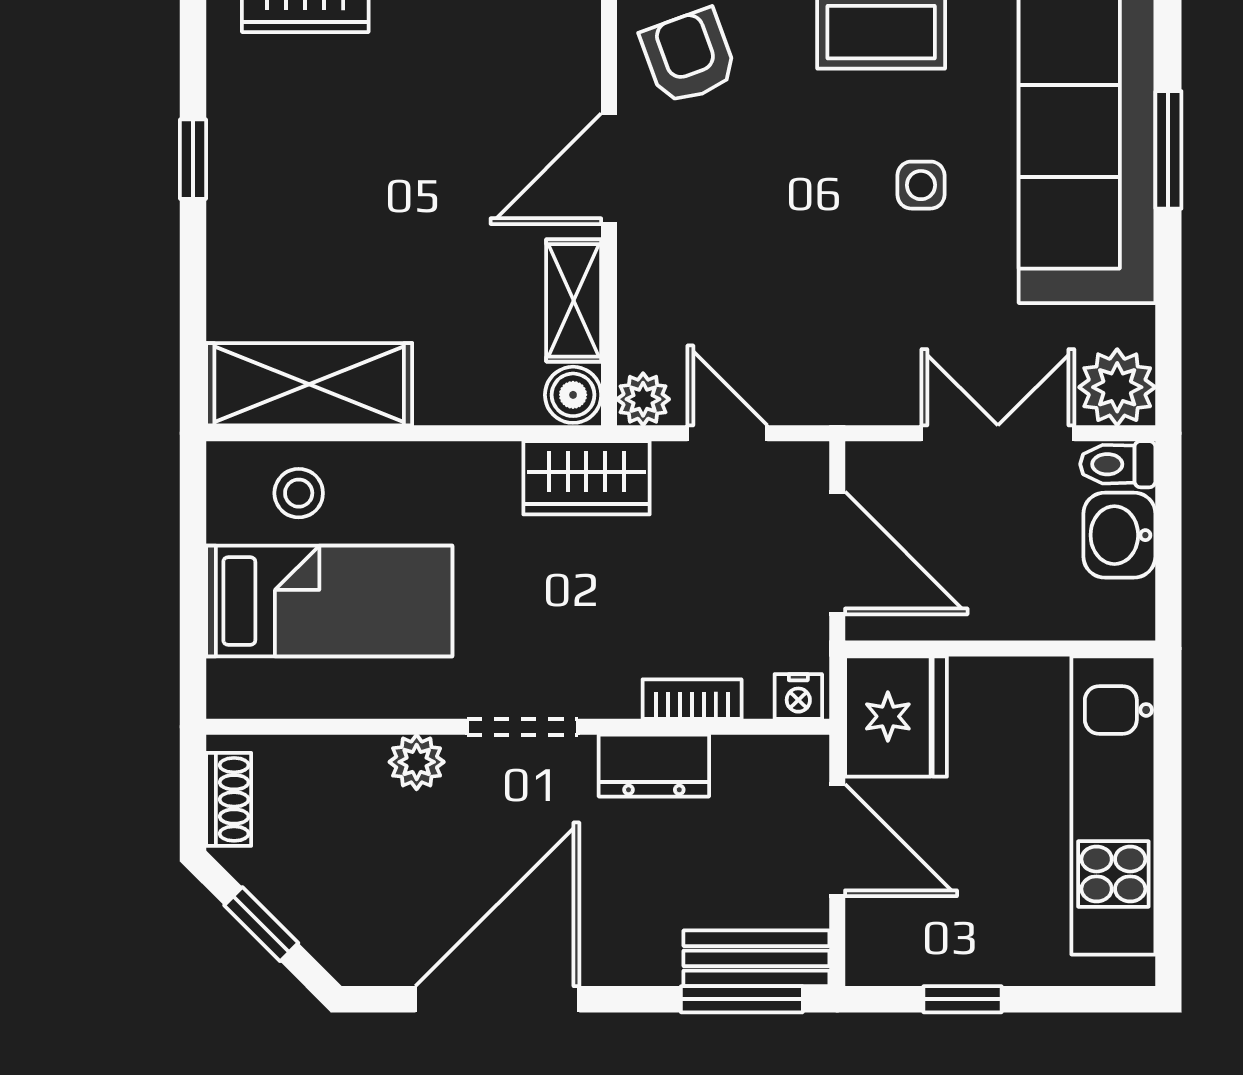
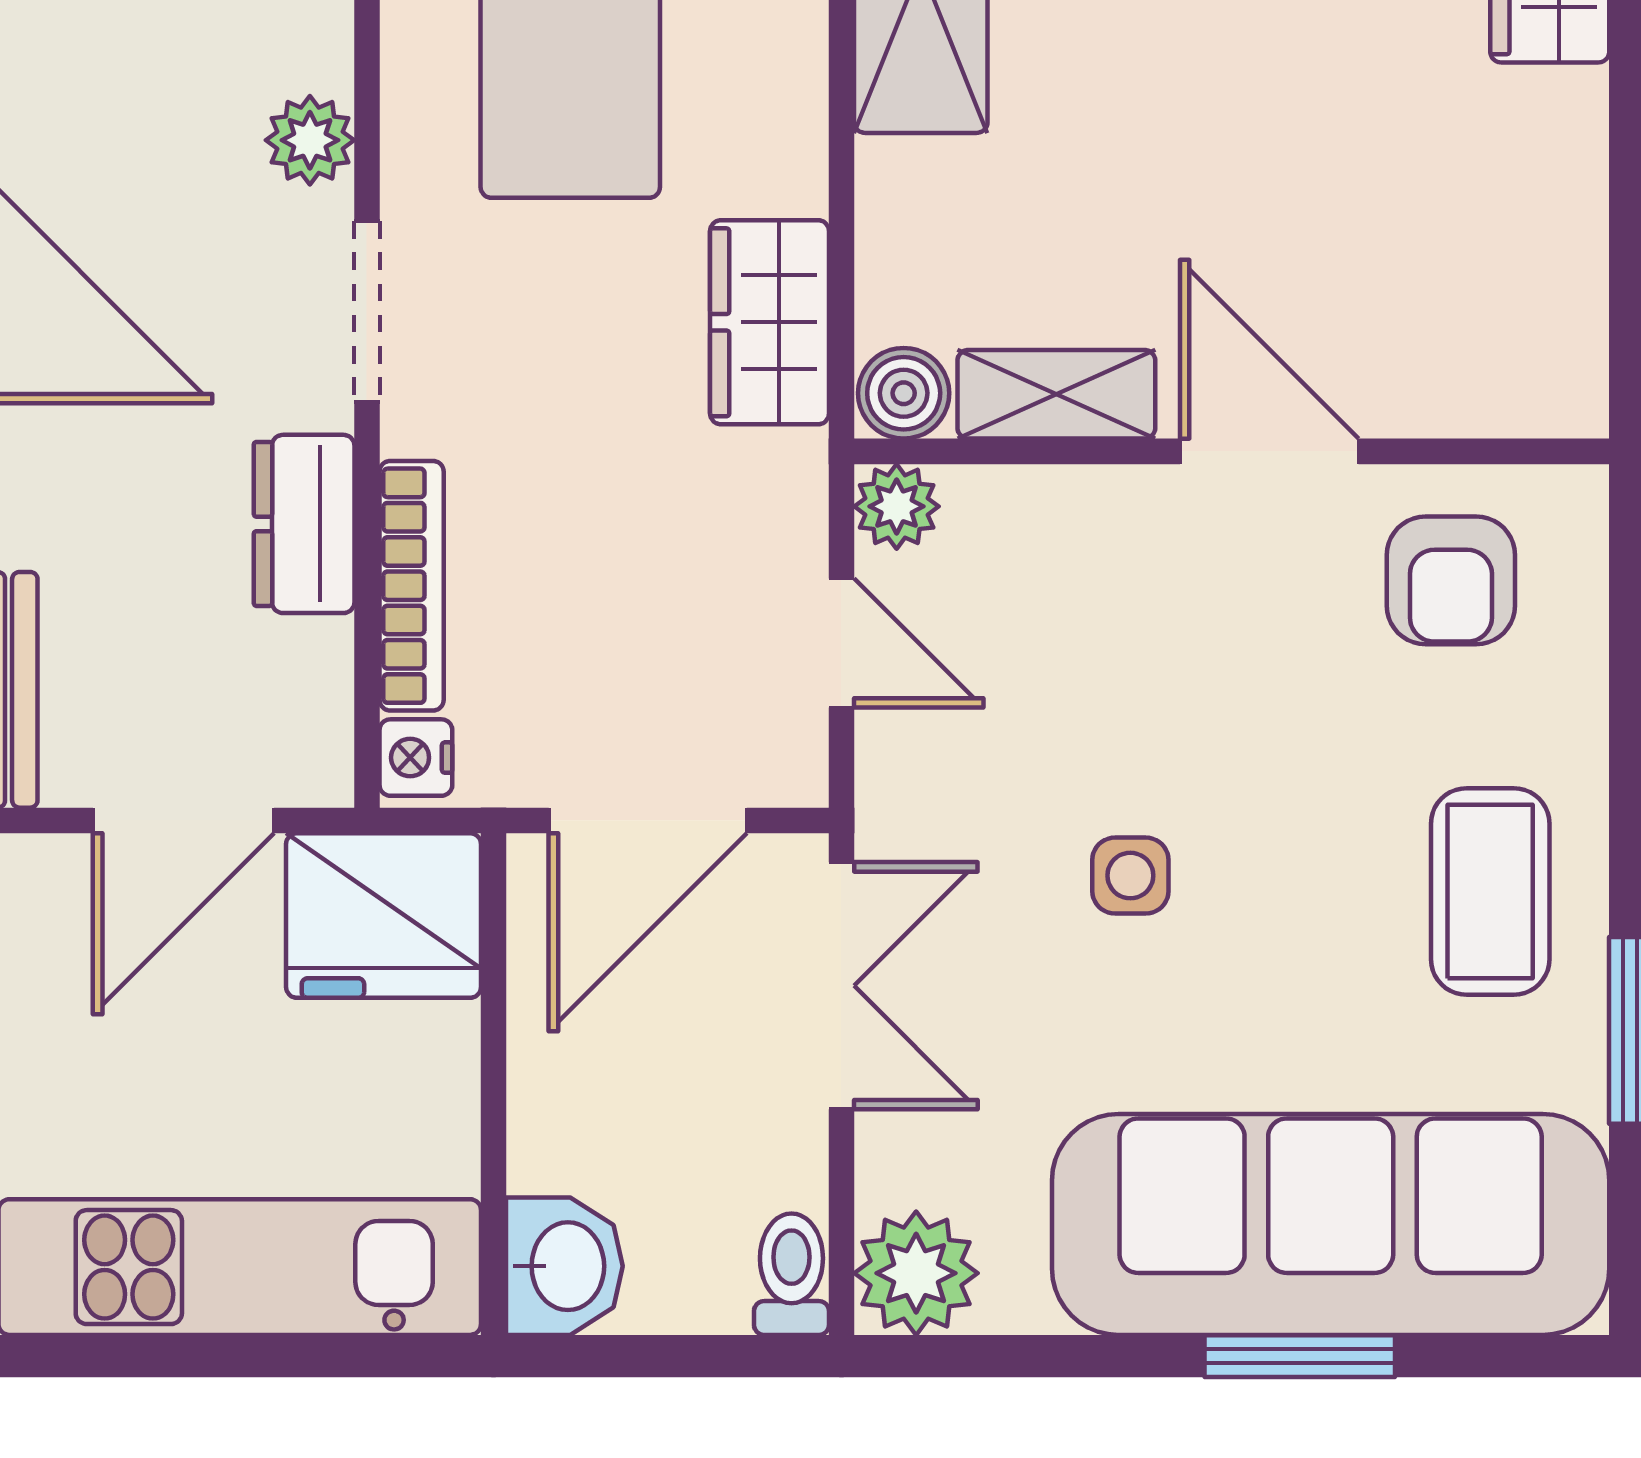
armchair: (689, 56) -> (1451, 580), turned 110
side table: (921, 185) -> (1130, 876), moved
door: (727, 433) -> (841, 643), hinge flipped
double door: (998, 433) -> (841, 986), moved
wardrobe: (586, 478) -> (770, 322), moved
washbasin: (1119, 535) -> (564, 1266), moved, turned 90
bookcase: (692, 699) -> (412, 586), width x1.56

